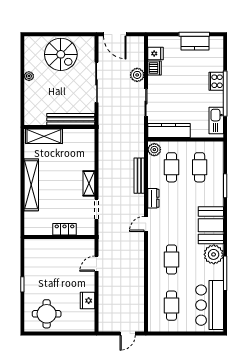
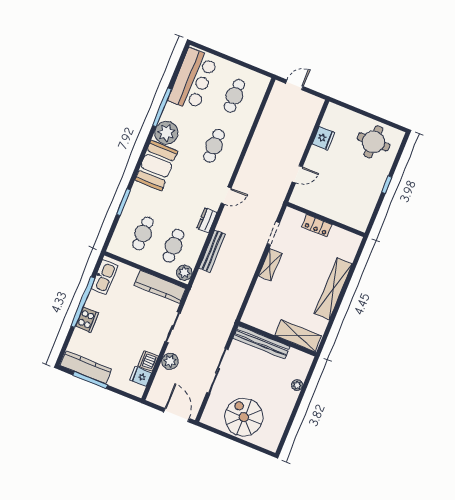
kitchen counter: (195, 43) -> (86, 367), width x1.50
plant: (29, 76) -> (297, 385), moved

